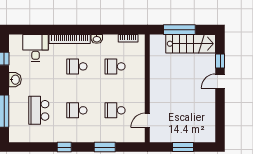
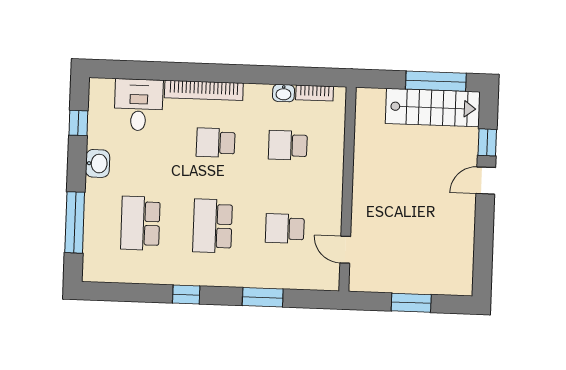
window: (179, 30) -> (436, 81), moved
washbasin: (97, 39) -> (284, 93), moved
school desk: (77, 110) -> (213, 226), width x1.85
door: (147, 120) -> (345, 250), hinge flipped

